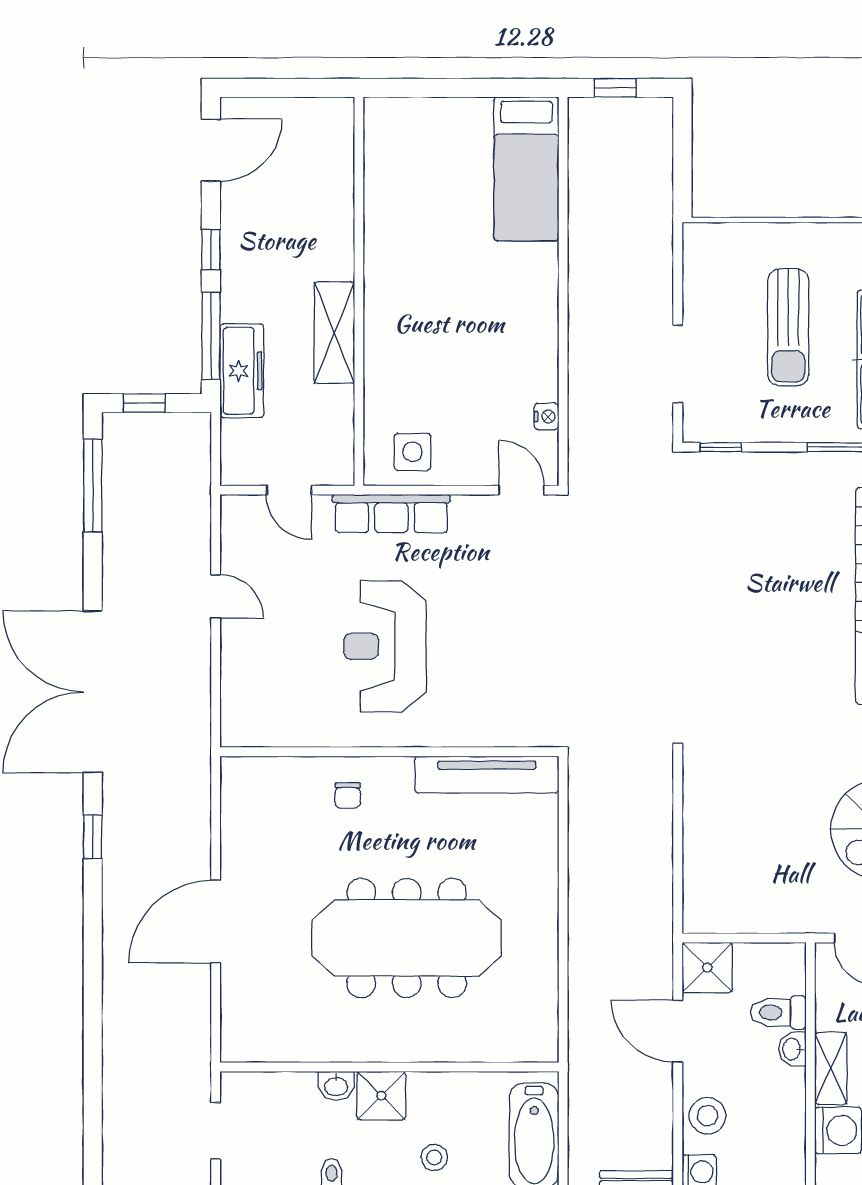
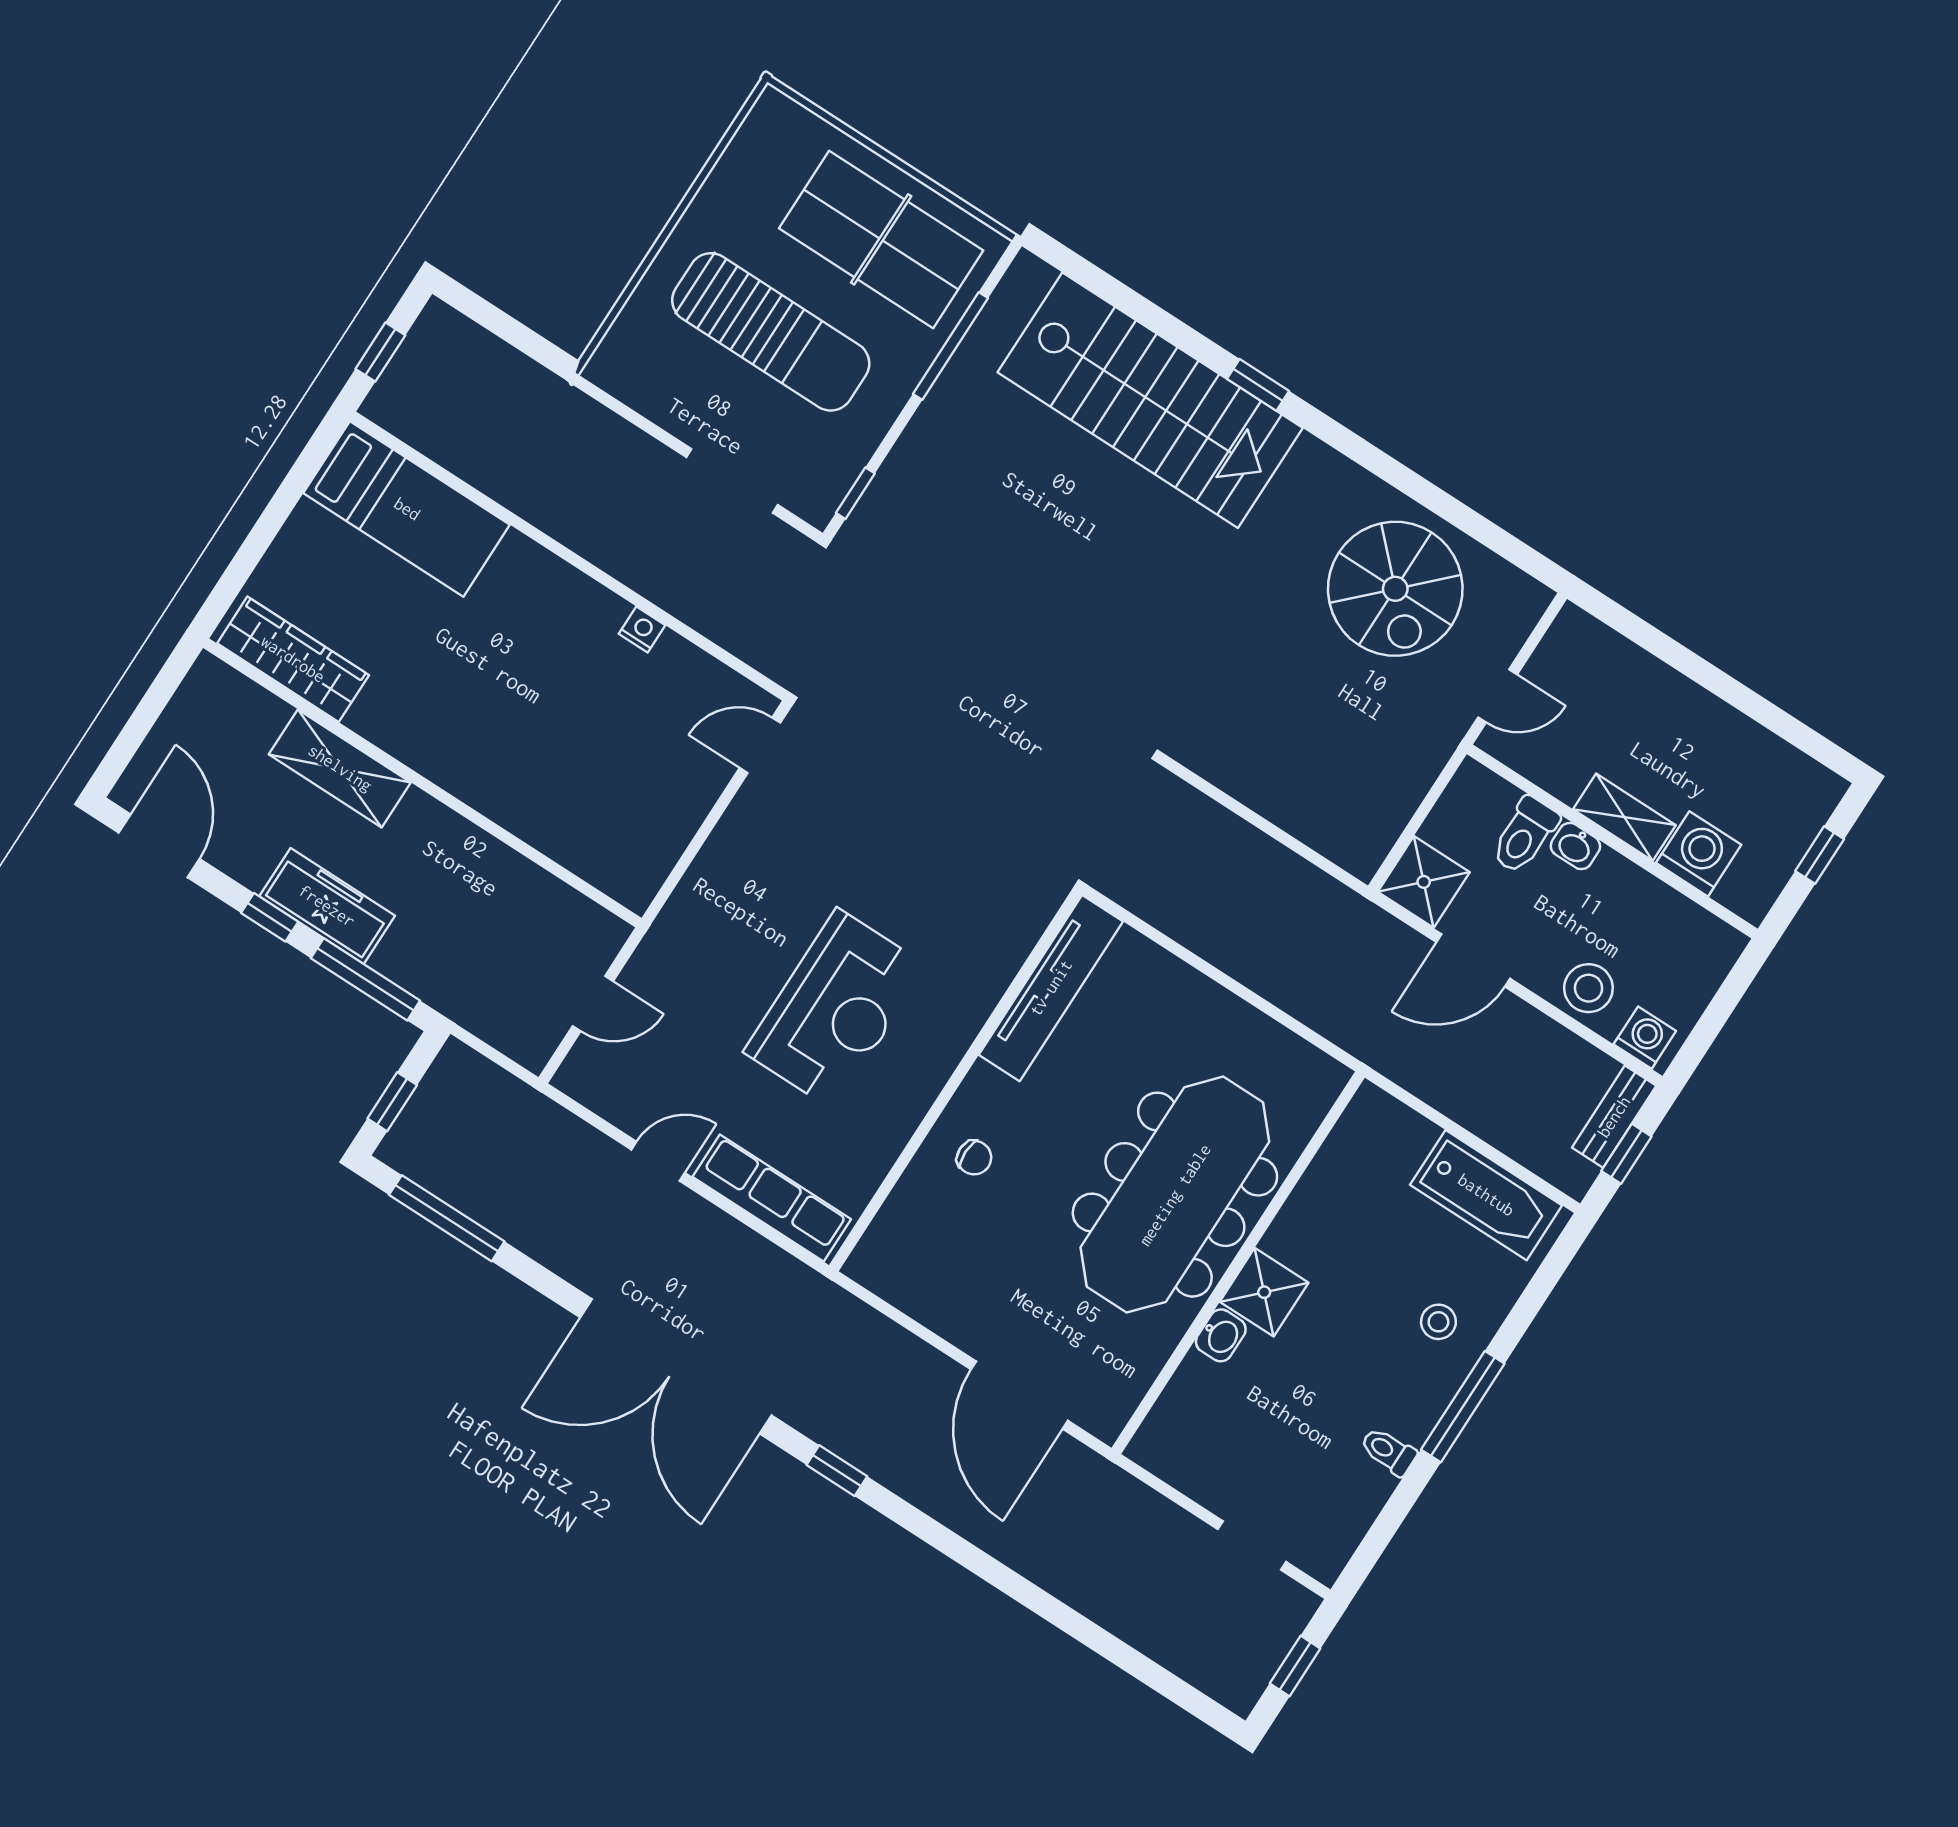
wardrobe: (384, 159) -> (293, 659), added
sun lounger: (788, 327) -> (771, 332), width x1.36, depth x1.34
shelving: (334, 333) -> (340, 768), moved
freezer: (242, 371) -> (327, 906), moved
nightstand: (547, 417) -> (642, 630), moved
side table: (412, 452) -> (639, 839), removed
row of seats: (391, 514) -> (772, 1198), moved, turned -90
reception desk: (385, 646) -> (835, 1009), turned -90
wall: (389, 1067) -> (1238, 1263), moved
washbasin: (336, 1086) -> (1221, 1335), moved
shower: (381, 1096) -> (1264, 1292), moved

